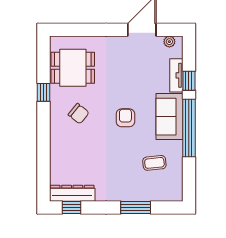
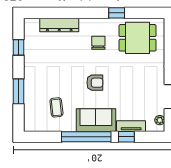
dining table: (73, 68) -> (138, 38), turned 90
chair: (79, 114) -> (98, 43), turned 141
dresser: (72, 193) -> (59, 25), moved, turned 90
window: (72, 207) -> (19, 47), moved

